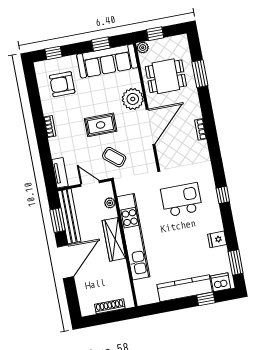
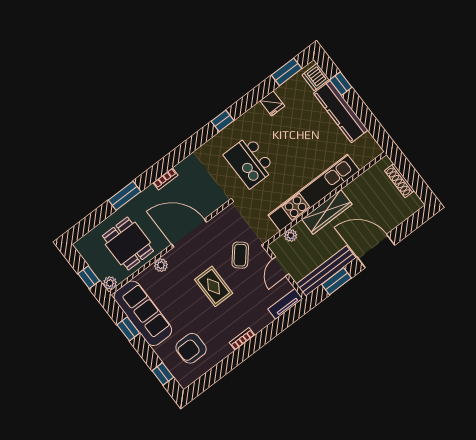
window: (200, 74) -> (125, 196), moved
armchair: (62, 84) -> (191, 348), turned 90
plant: (133, 99) -> (161, 265), width x0.53, depth x0.53

